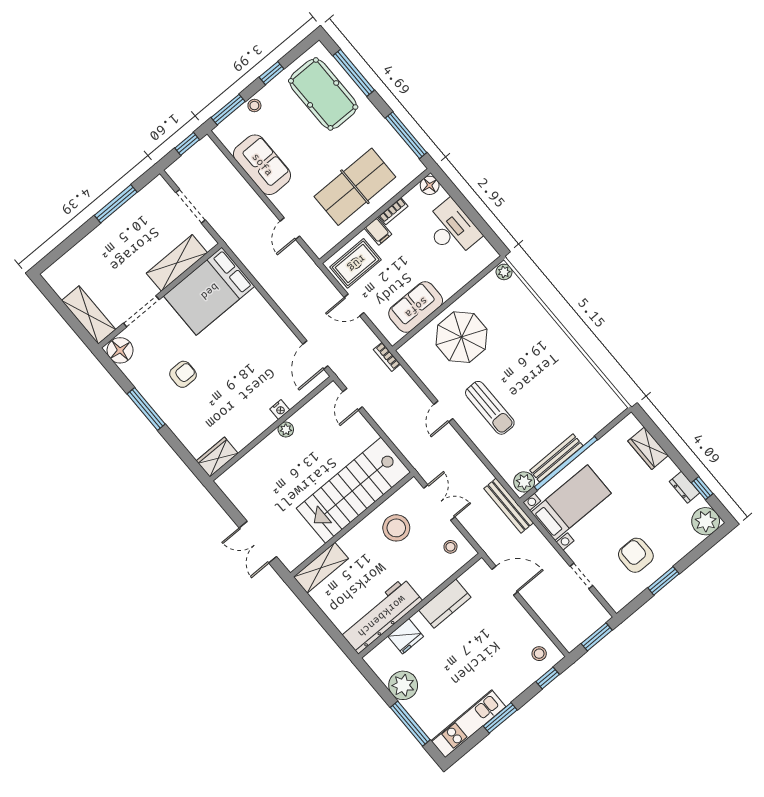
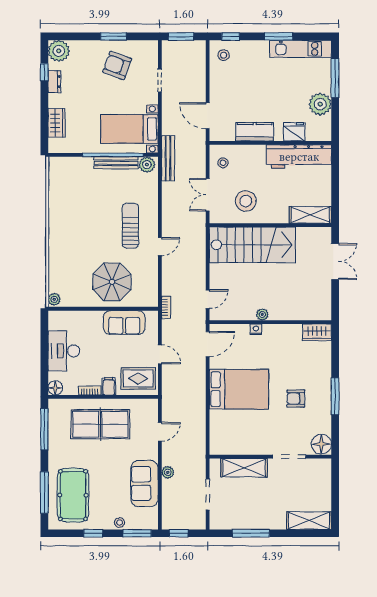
plant: (248, 195) -> (168, 472), added
bed: (209, 291) -> (239, 389), moved
shelving: (89, 315) -> (309, 521), moved, turned 90
armchair: (636, 555) -> (117, 65), turned 110

